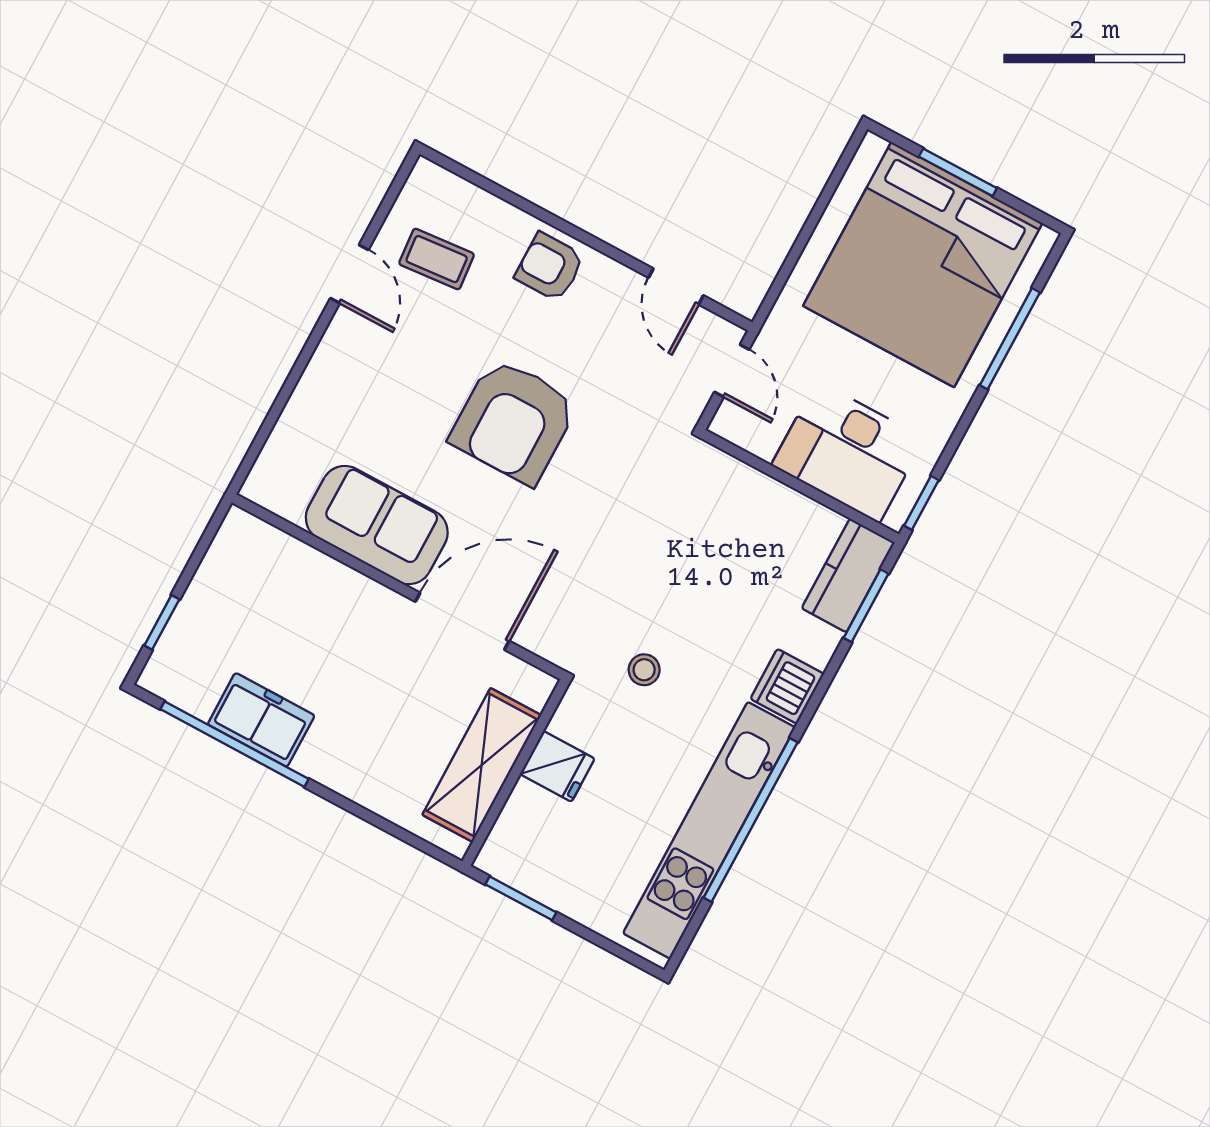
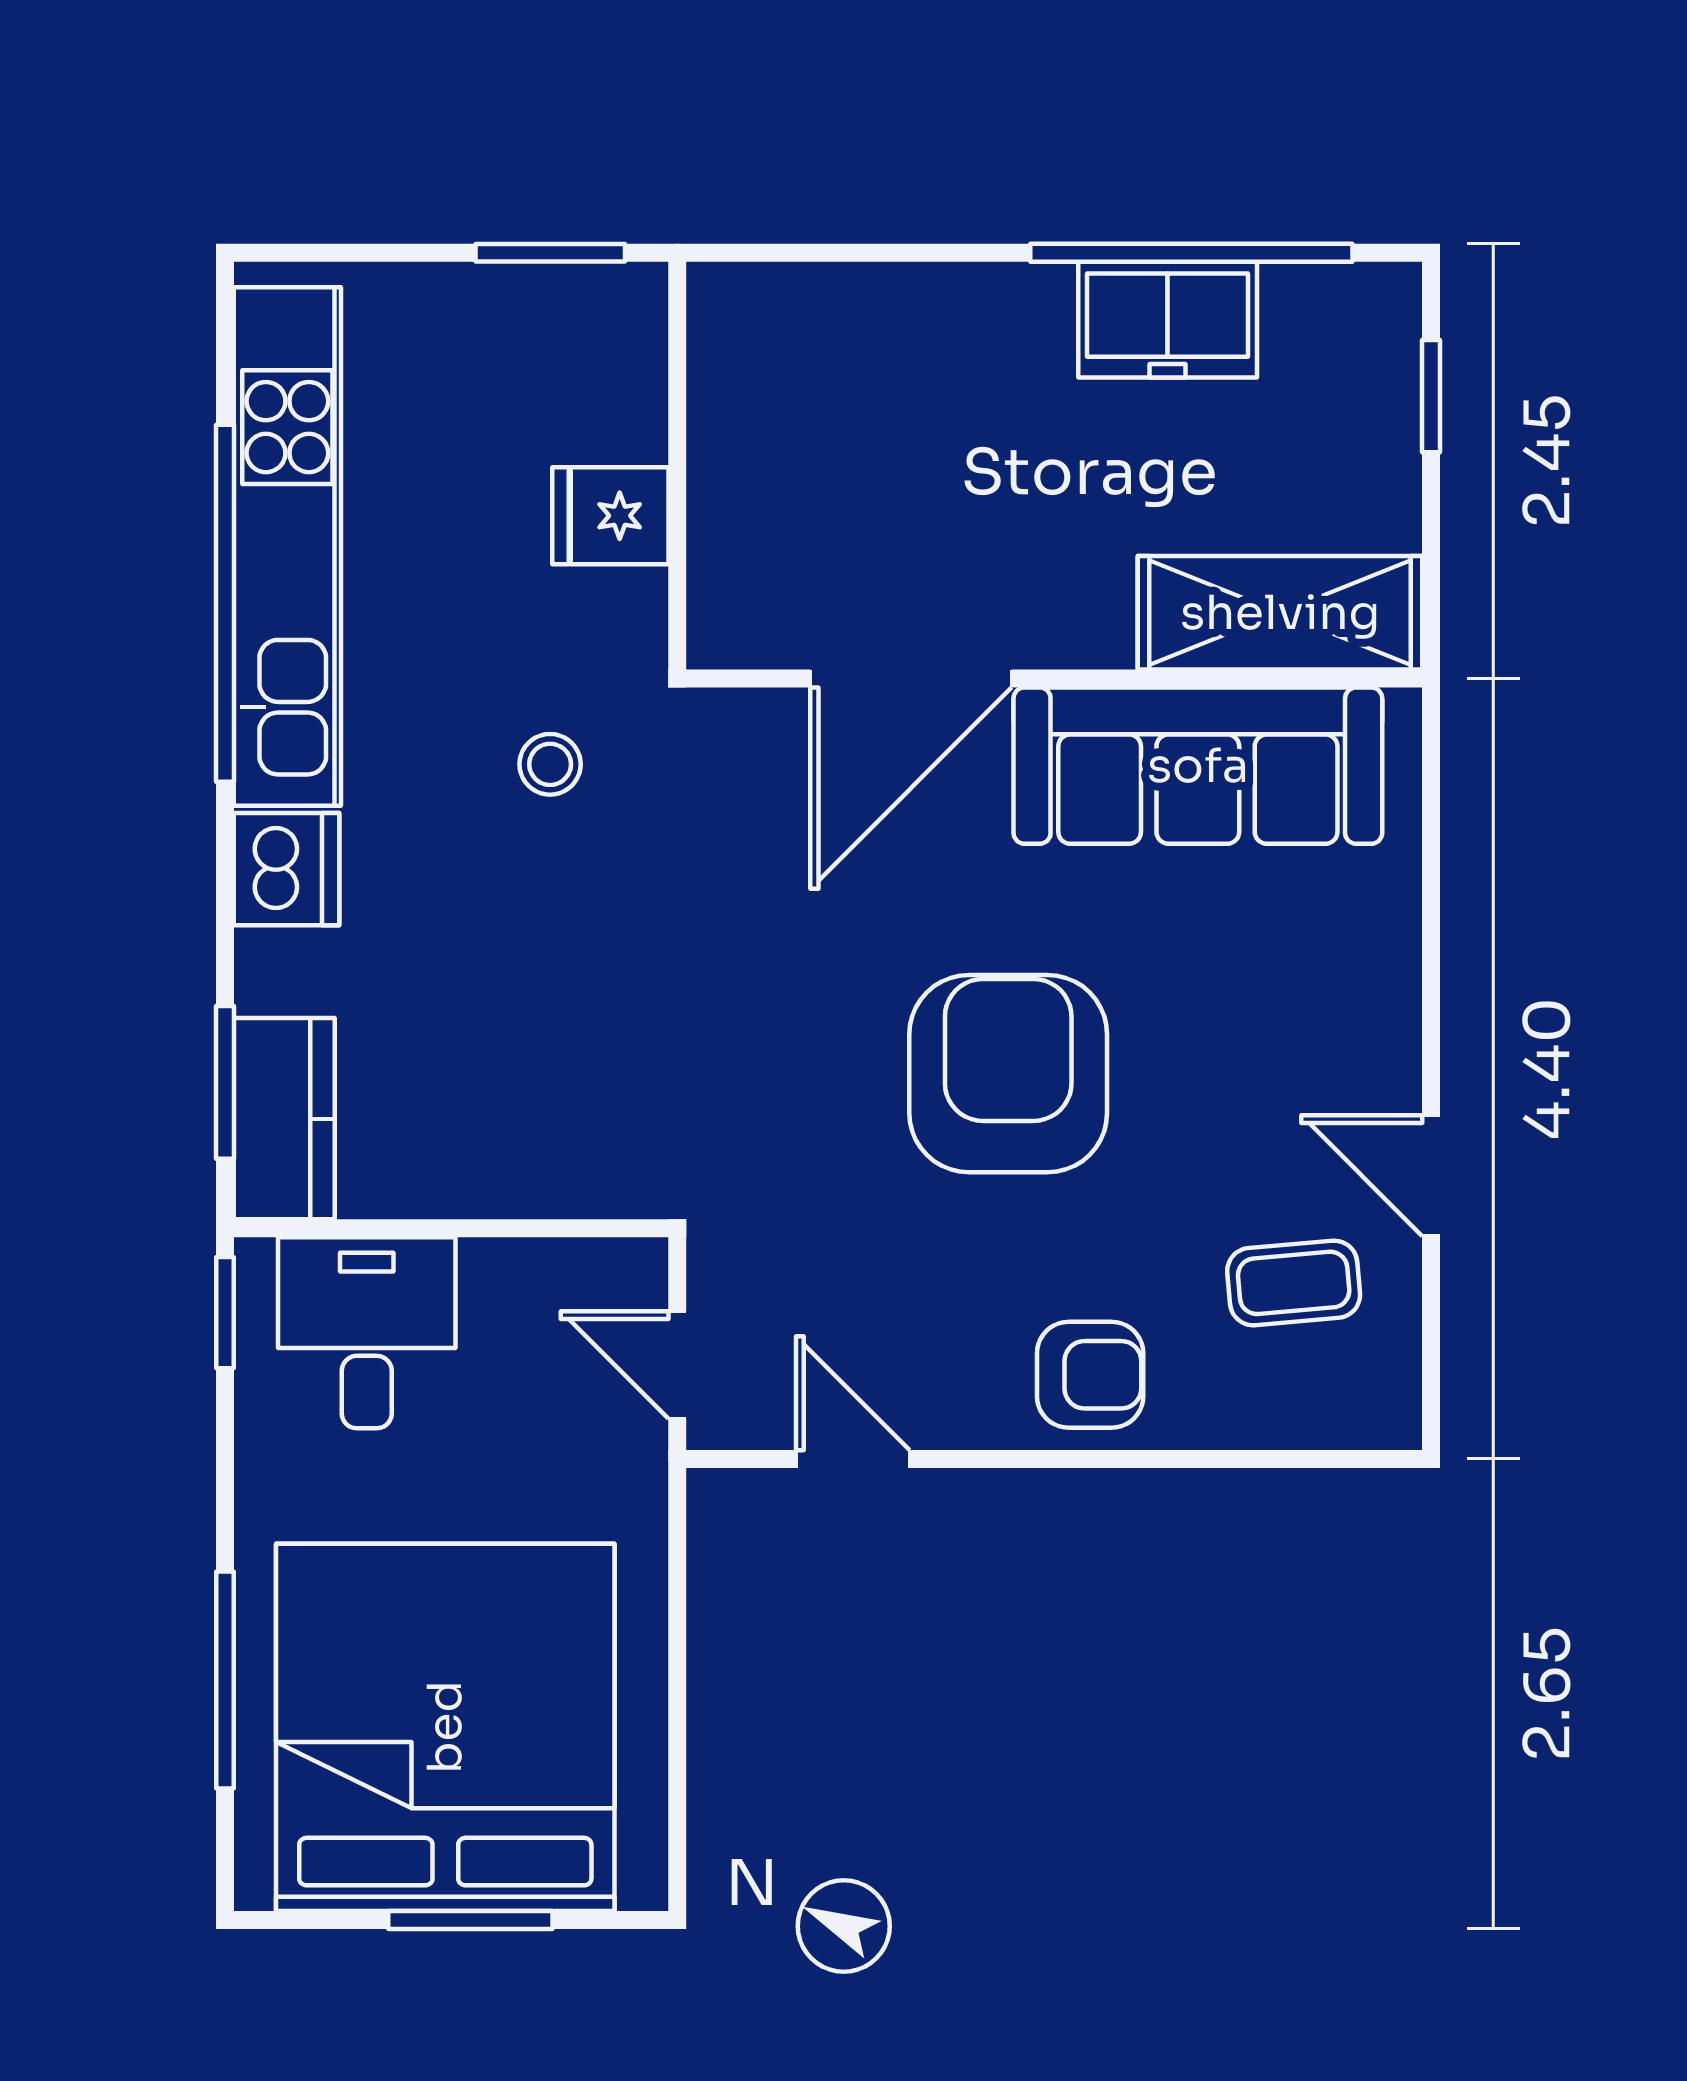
desk: (848, 452) -> (367, 1333), width x0.73
sofa: (377, 525) -> (1198, 766), width x1.36
shelving: (482, 765) -> (1280, 613), moved, turned 90

